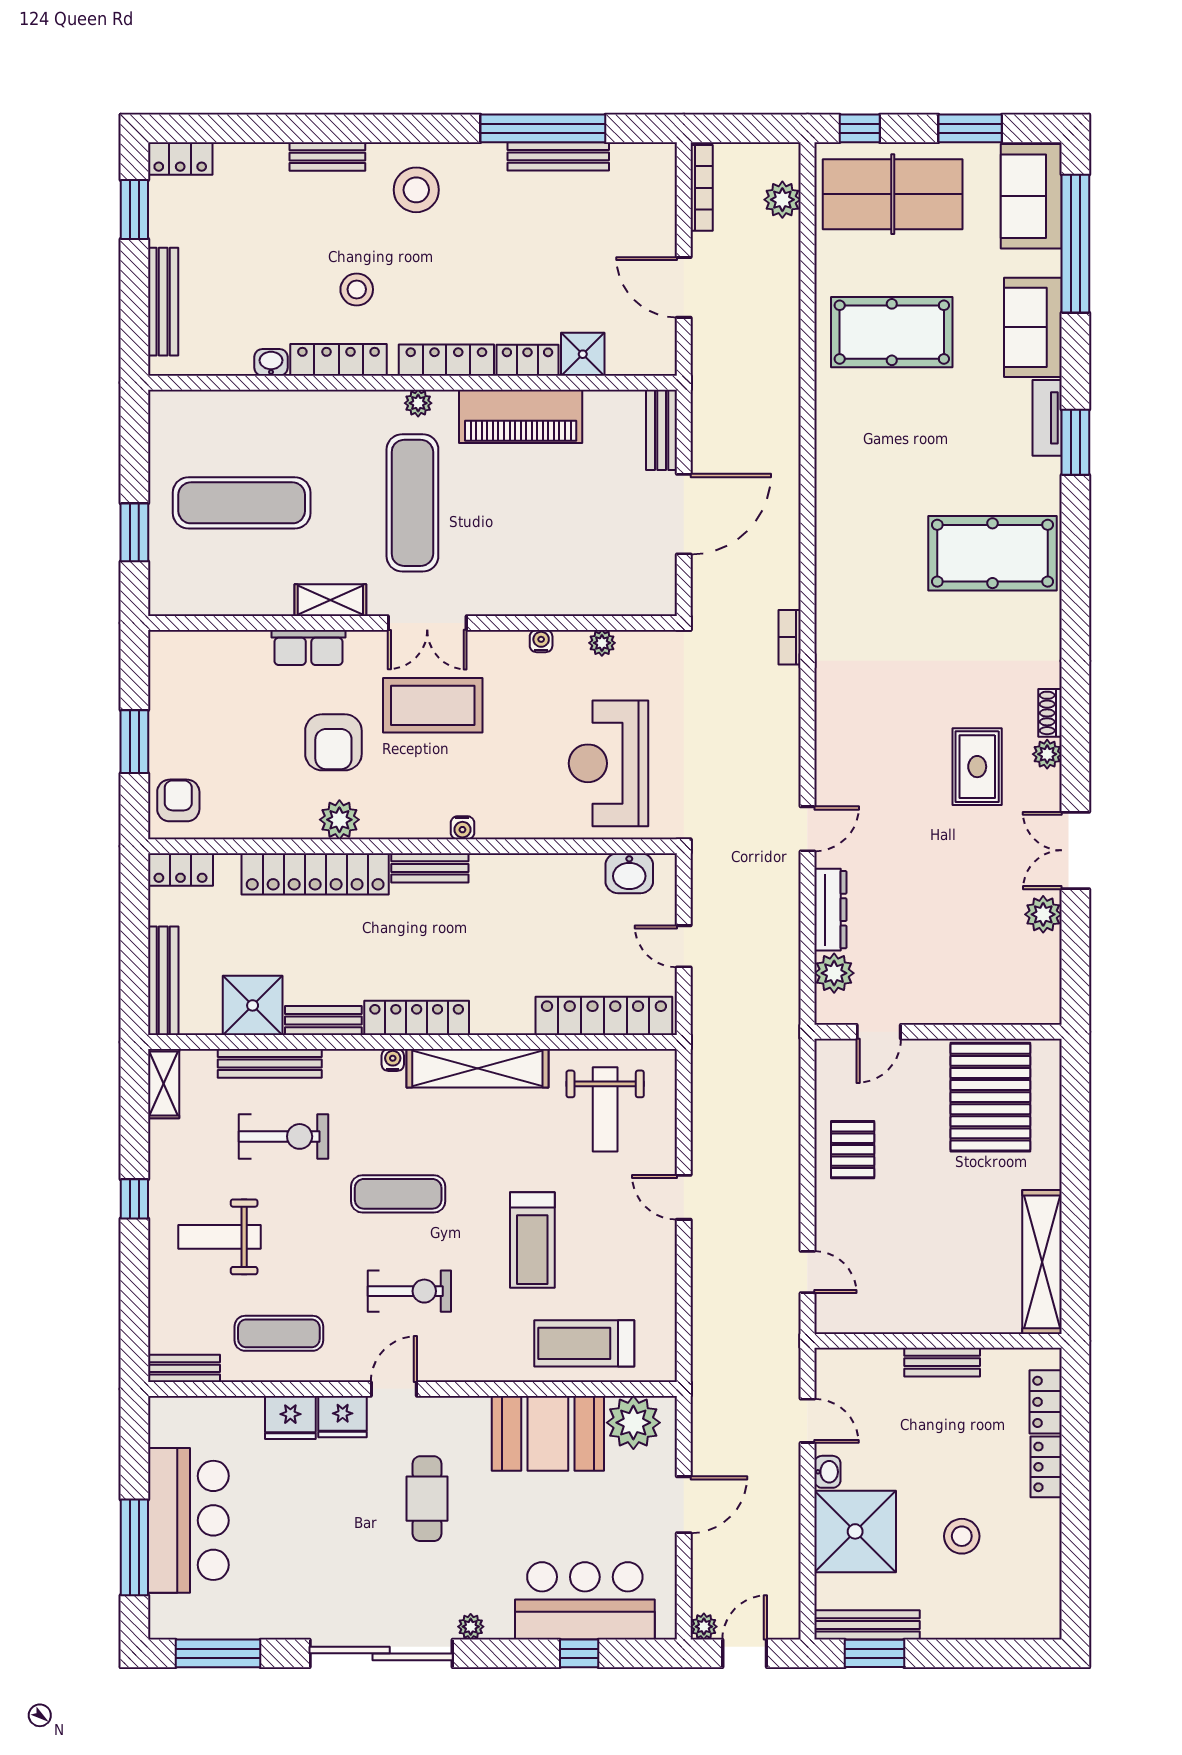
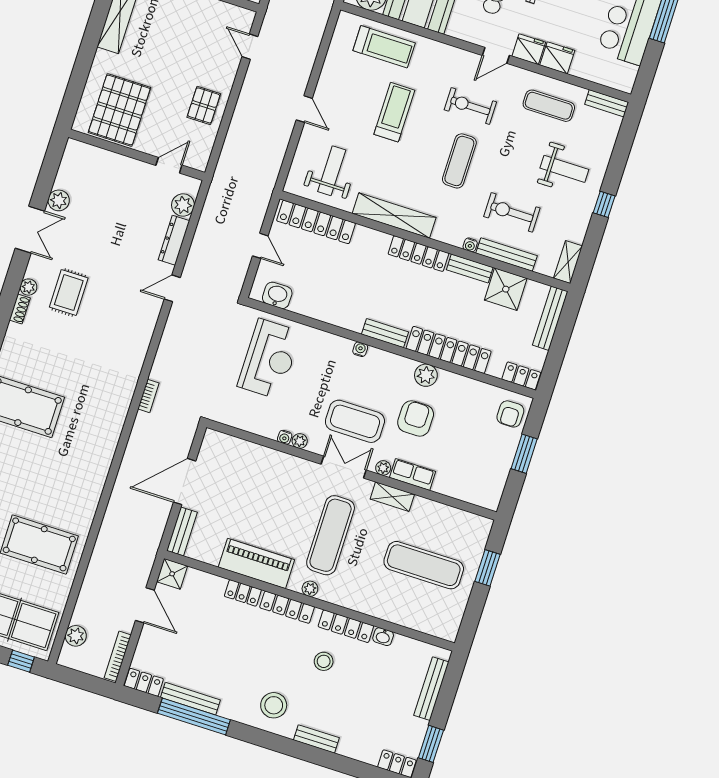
locker: (644, 159) -> (144, 682), added
shower: (583, 354) -> (172, 574), moved
plant: (361, 643) -> (383, 468), added
plant: (602, 643) -> (300, 441), moved
water cooler: (393, 1060) -> (470, 245), moved
exercise mat: (398, 1194) -> (459, 161), turned 90

